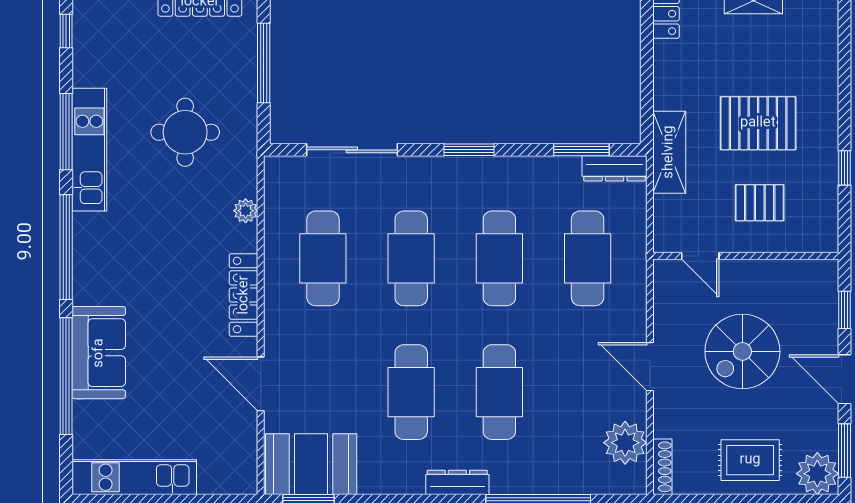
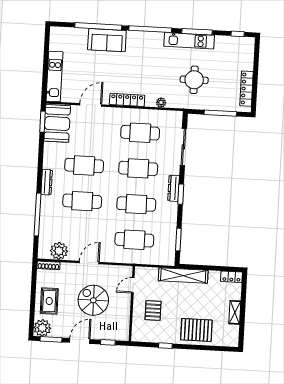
pallet: (758, 123) -> (196, 330), moved, turned 90
shelving: (669, 152) -> (183, 275), width x1.47
dresser: (615, 168) -> (174, 188), moved
kitchen unit: (134, 477) -> (54, 77), moved

